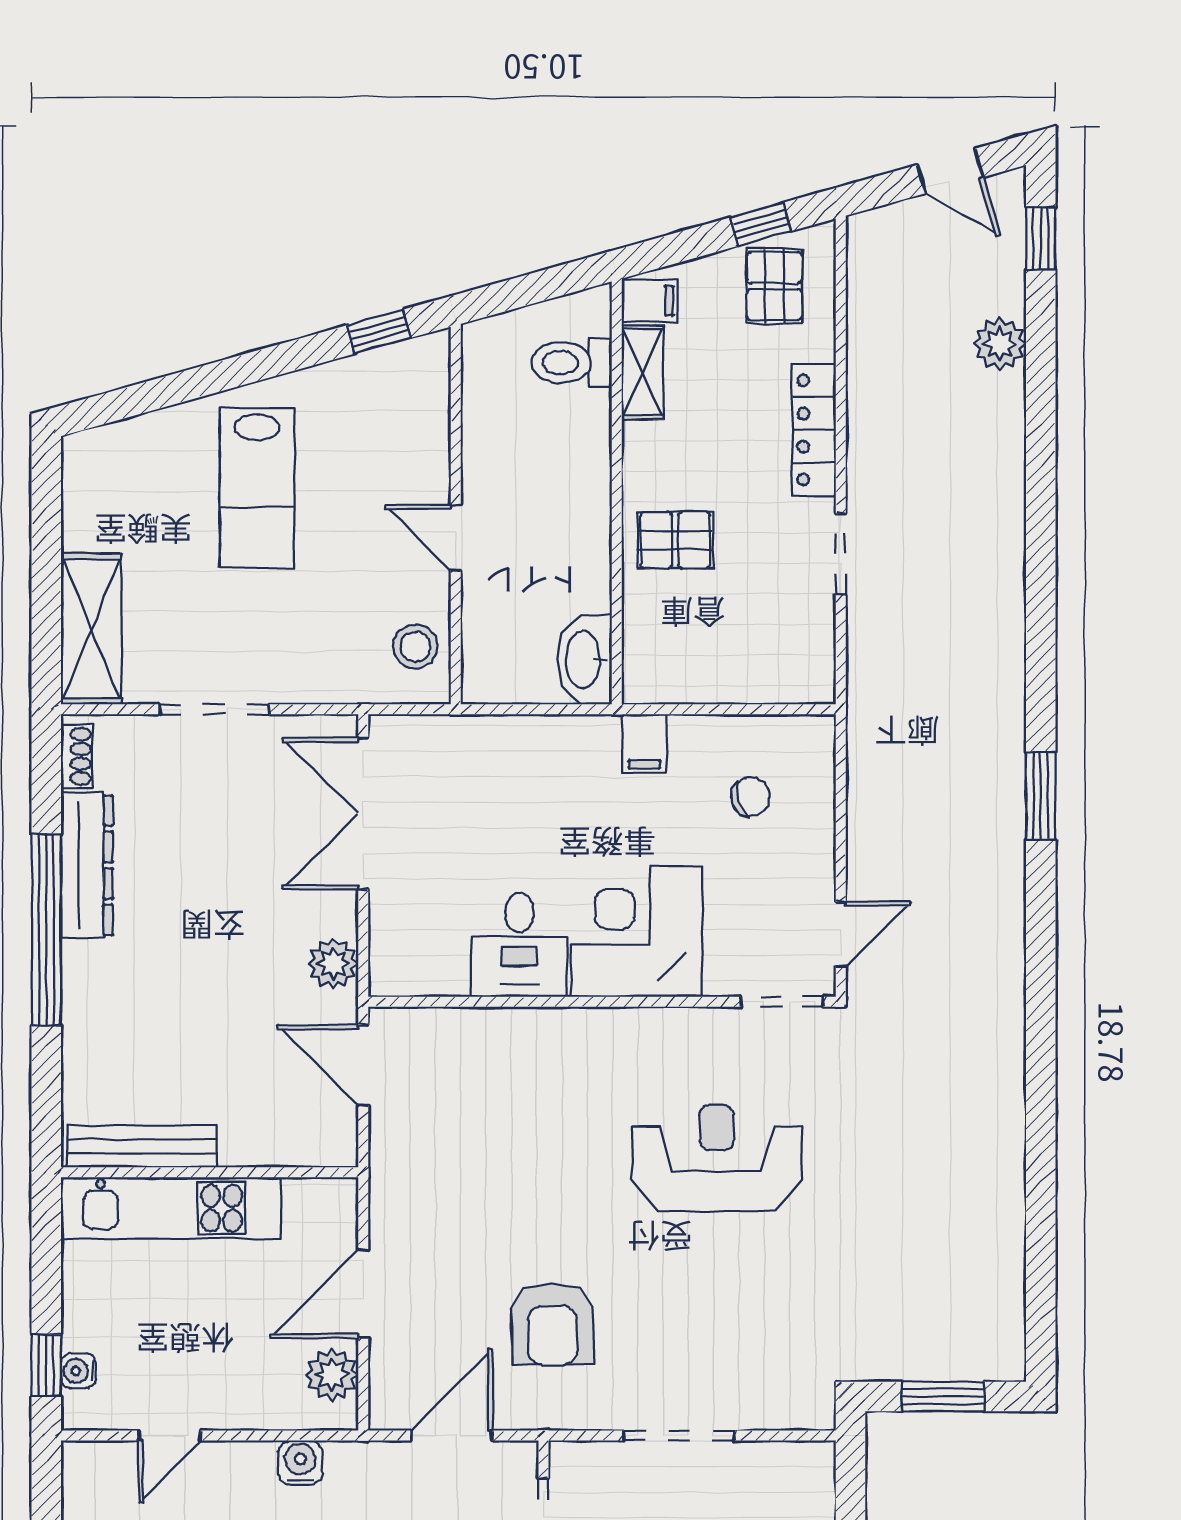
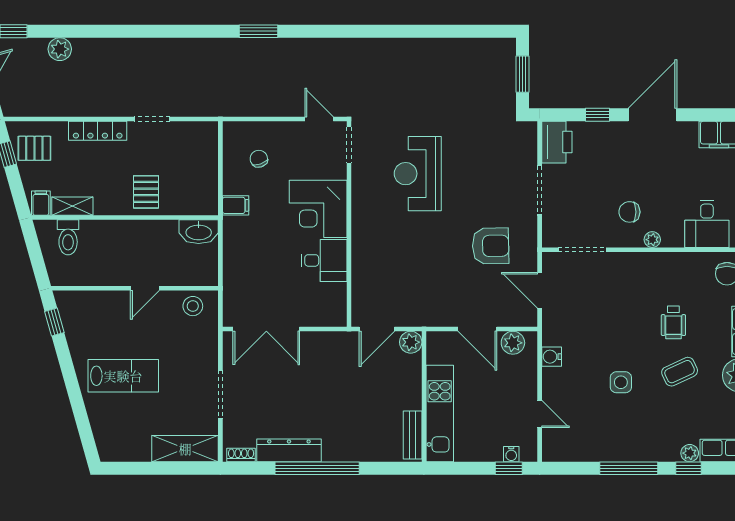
plant: (333, 964) -> (411, 342), moved
bench: (142, 1146) -> (413, 435), width x0.73
printer: (788, 1475) -> (557, 142), added

